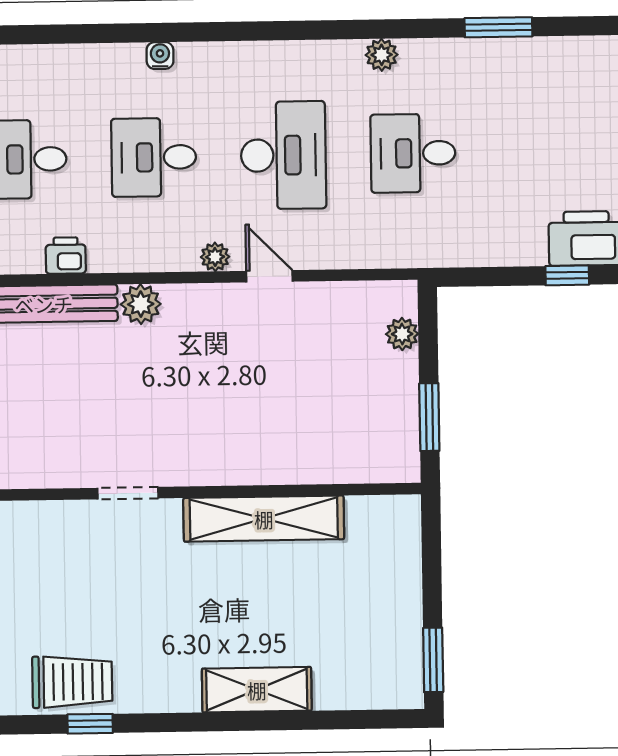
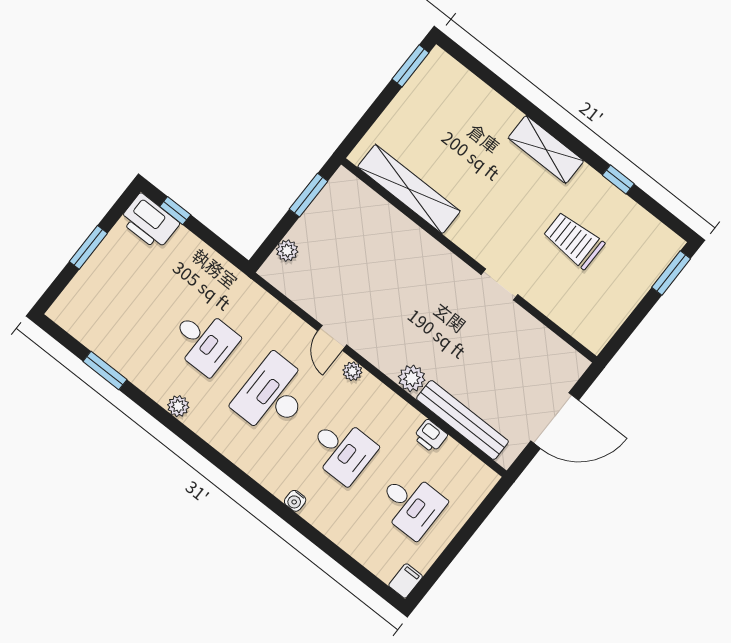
shelving: (264, 519) -> (409, 189), moved
trolley: (72, 682) -> (574, 240), moved
shelving: (257, 690) -> (546, 149), moved

